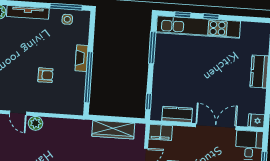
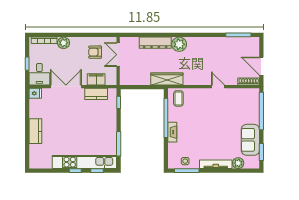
armchair: (45, 75) -> (199, 117), removed
coffee table: (70, 101) -> (178, 98), added
plant: (35, 123) -> (204, 80), removed
double door: (216, 127) -> (66, 87), swing flipped
wardrobe: (113, 130) -> (167, 79), moved
filing cabinet: (160, 132) -> (96, 79), moved

